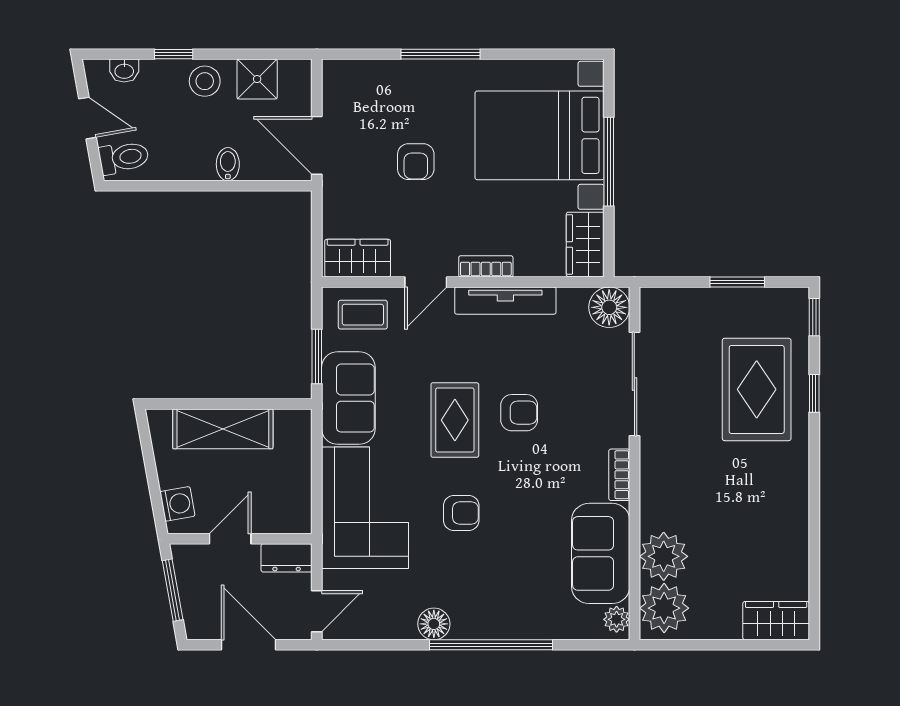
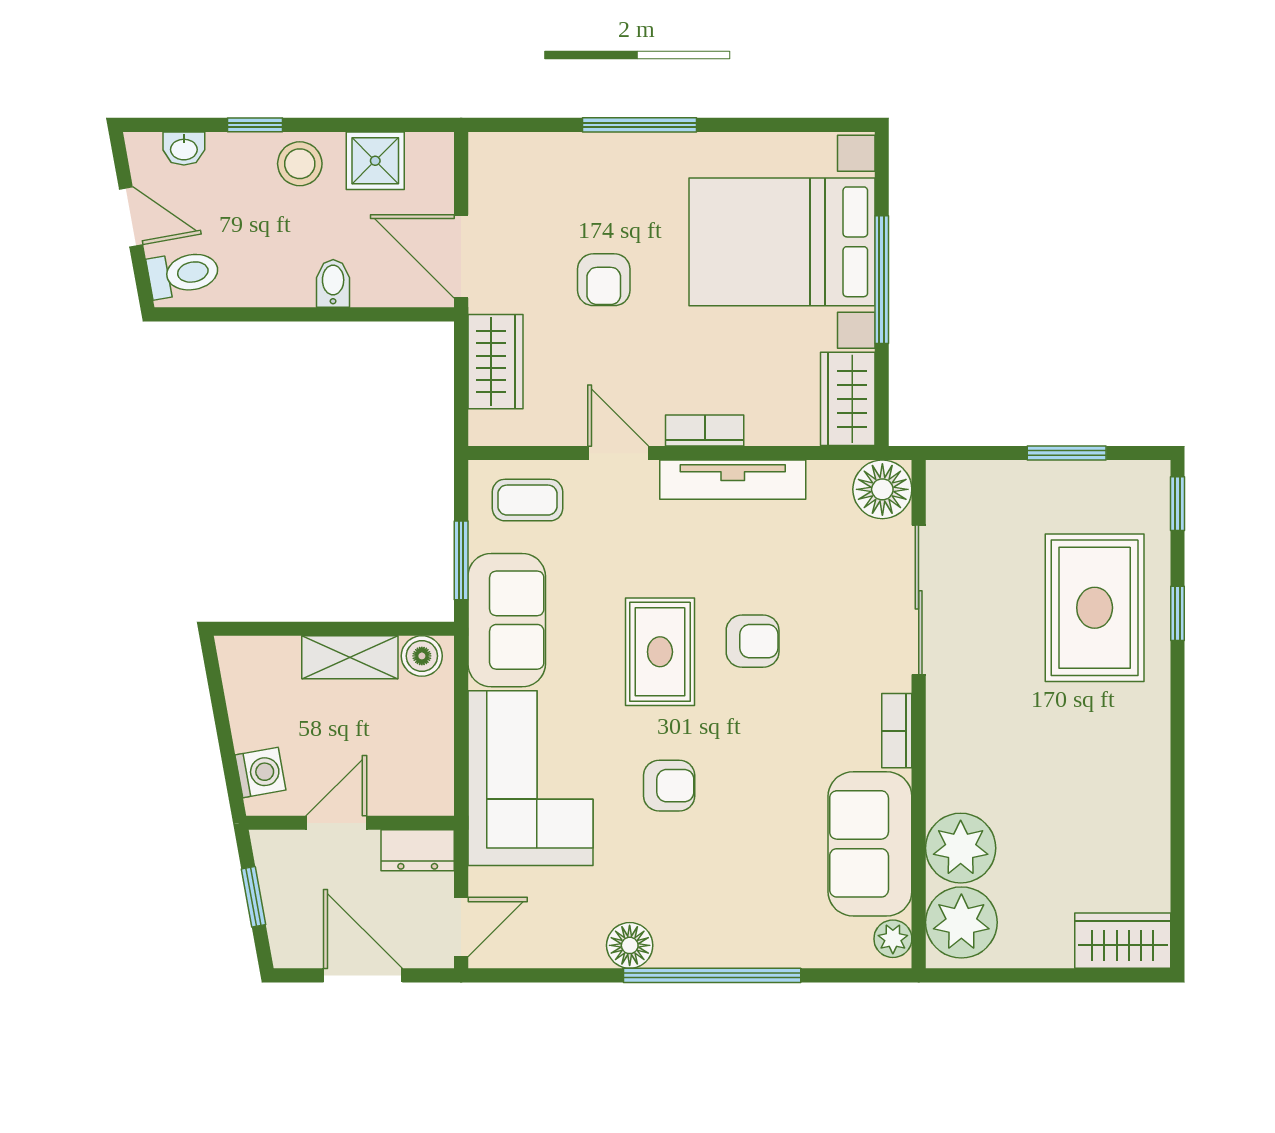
wardrobe: (358, 258) -> (495, 362), moved, turned 90
door: (426, 282) -> (618, 453), swing flipped
boiler: (289, 423) -> (422, 656), added
shelving: (223, 429) -> (350, 657), width x0.67, depth x0.75
window: (173, 590) -> (254, 897), width x0.67

